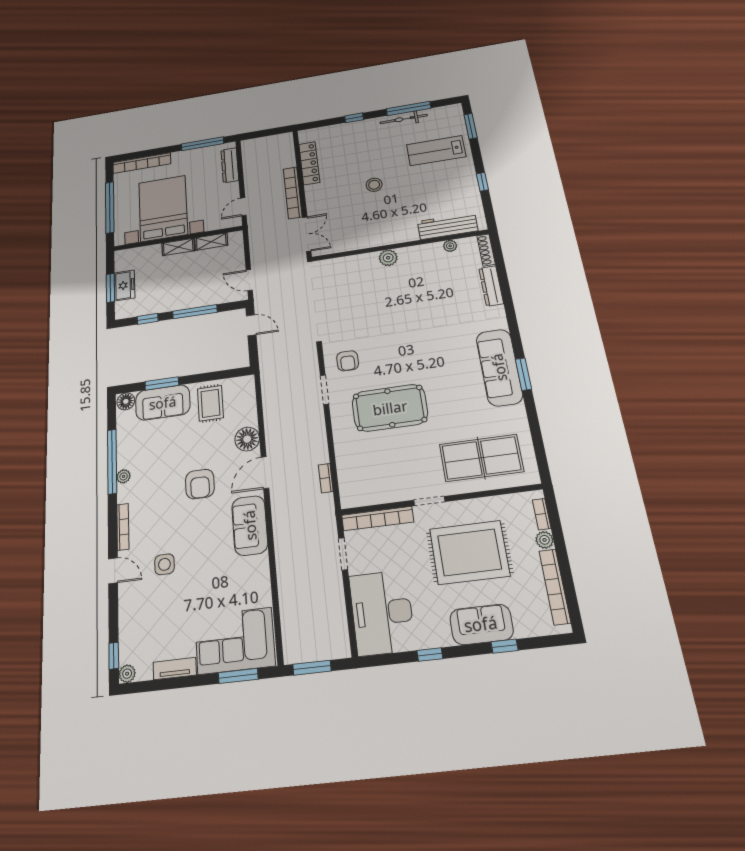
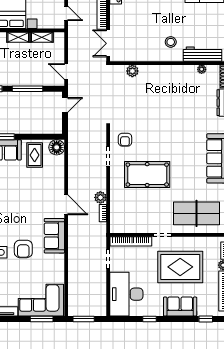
stool: (374, 185) -> (171, 42), moved
door: (243, 207) -> (66, 13), swing flipped
double door: (307, 234) -> (108, 43), swing flipped
plant: (388, 258) -> (132, 71), moved
door: (251, 325) -> (65, 105), hinge flipped
floor lamp: (247, 439) -> (57, 147), moved
plant: (319, 454) -> (100, 197), added
door: (265, 473) -> (66, 205), swing flipped
armchair: (200, 484) -> (23, 249), moved
window: (505, 646) -> (206, 319), moved

